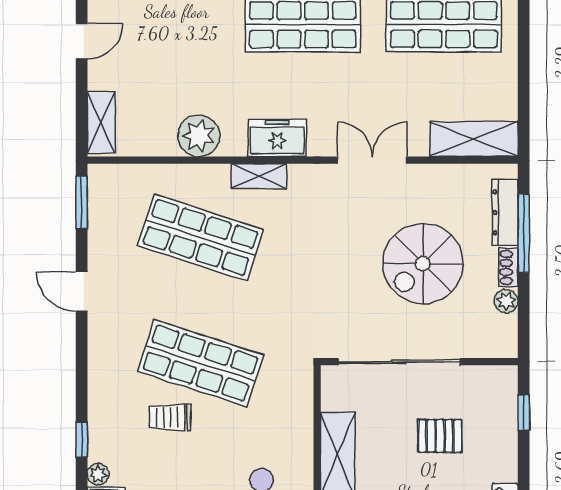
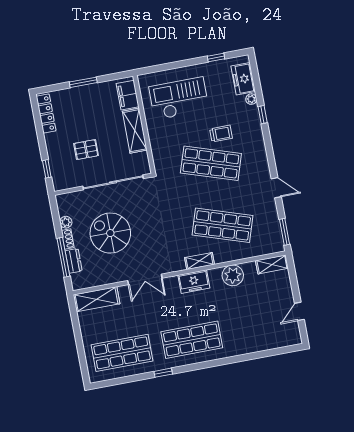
shelving: (101, 123) -> (272, 264), moved, turned 90
dresser: (505, 212) -> (74, 261), width x0.70
spiral stairs: (423, 264) -> (110, 233), turned -90

